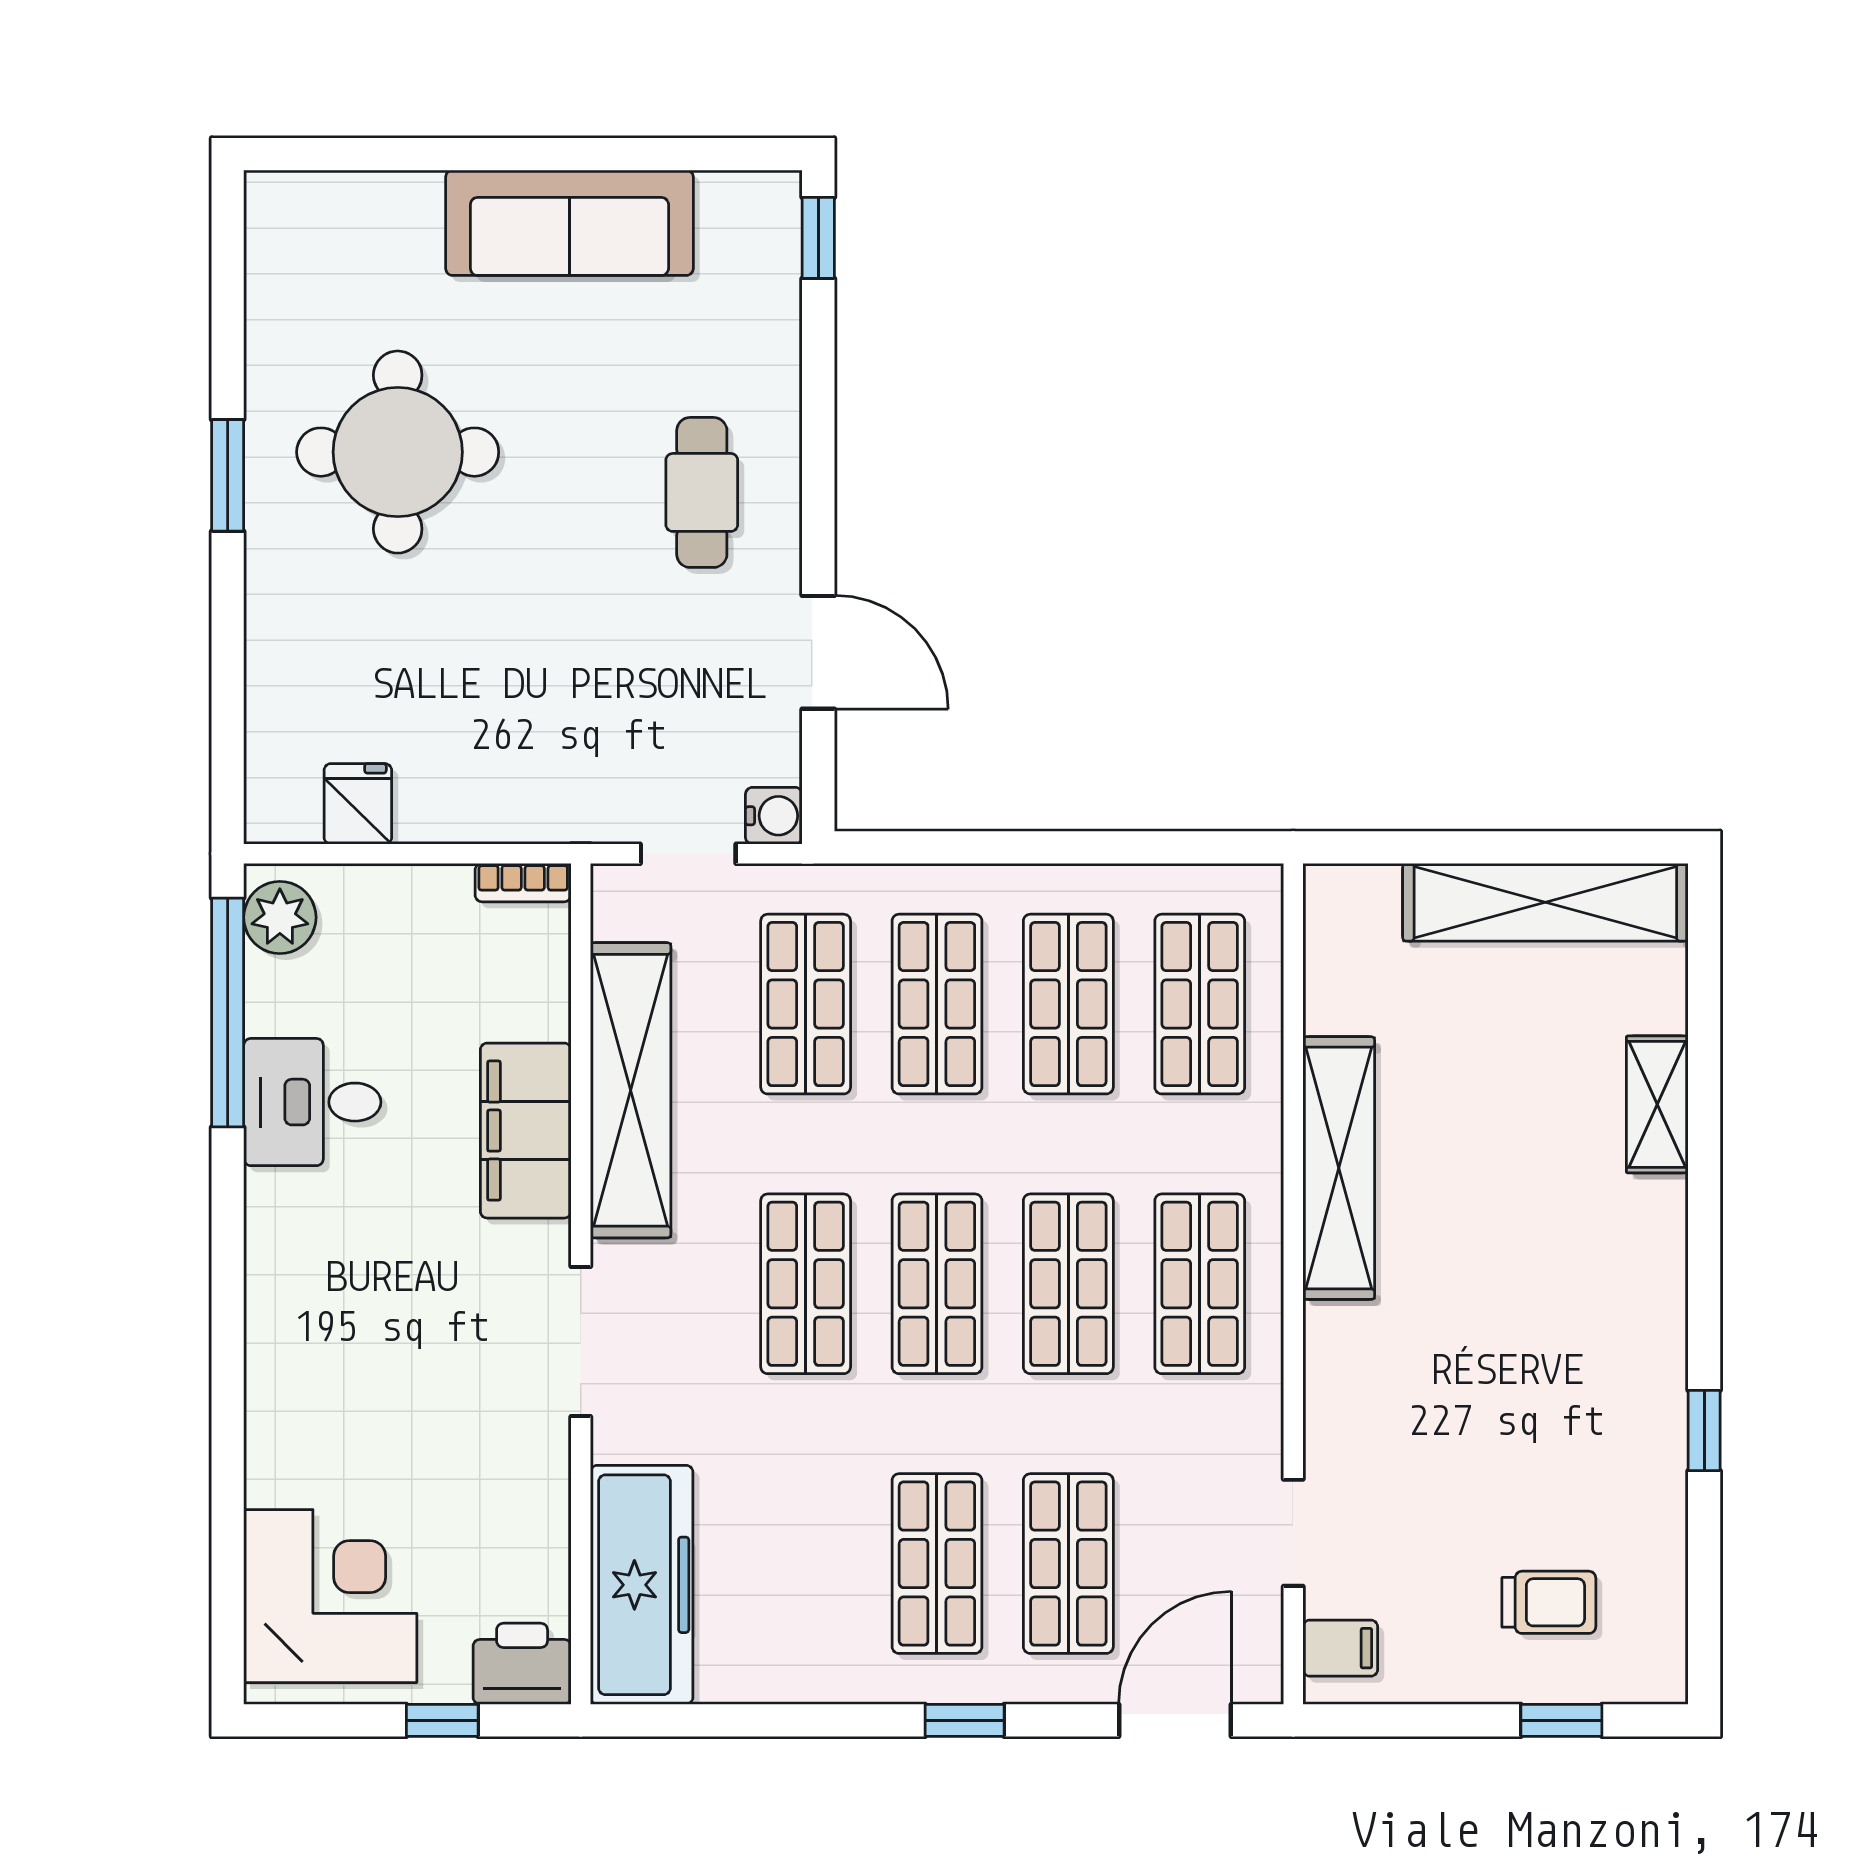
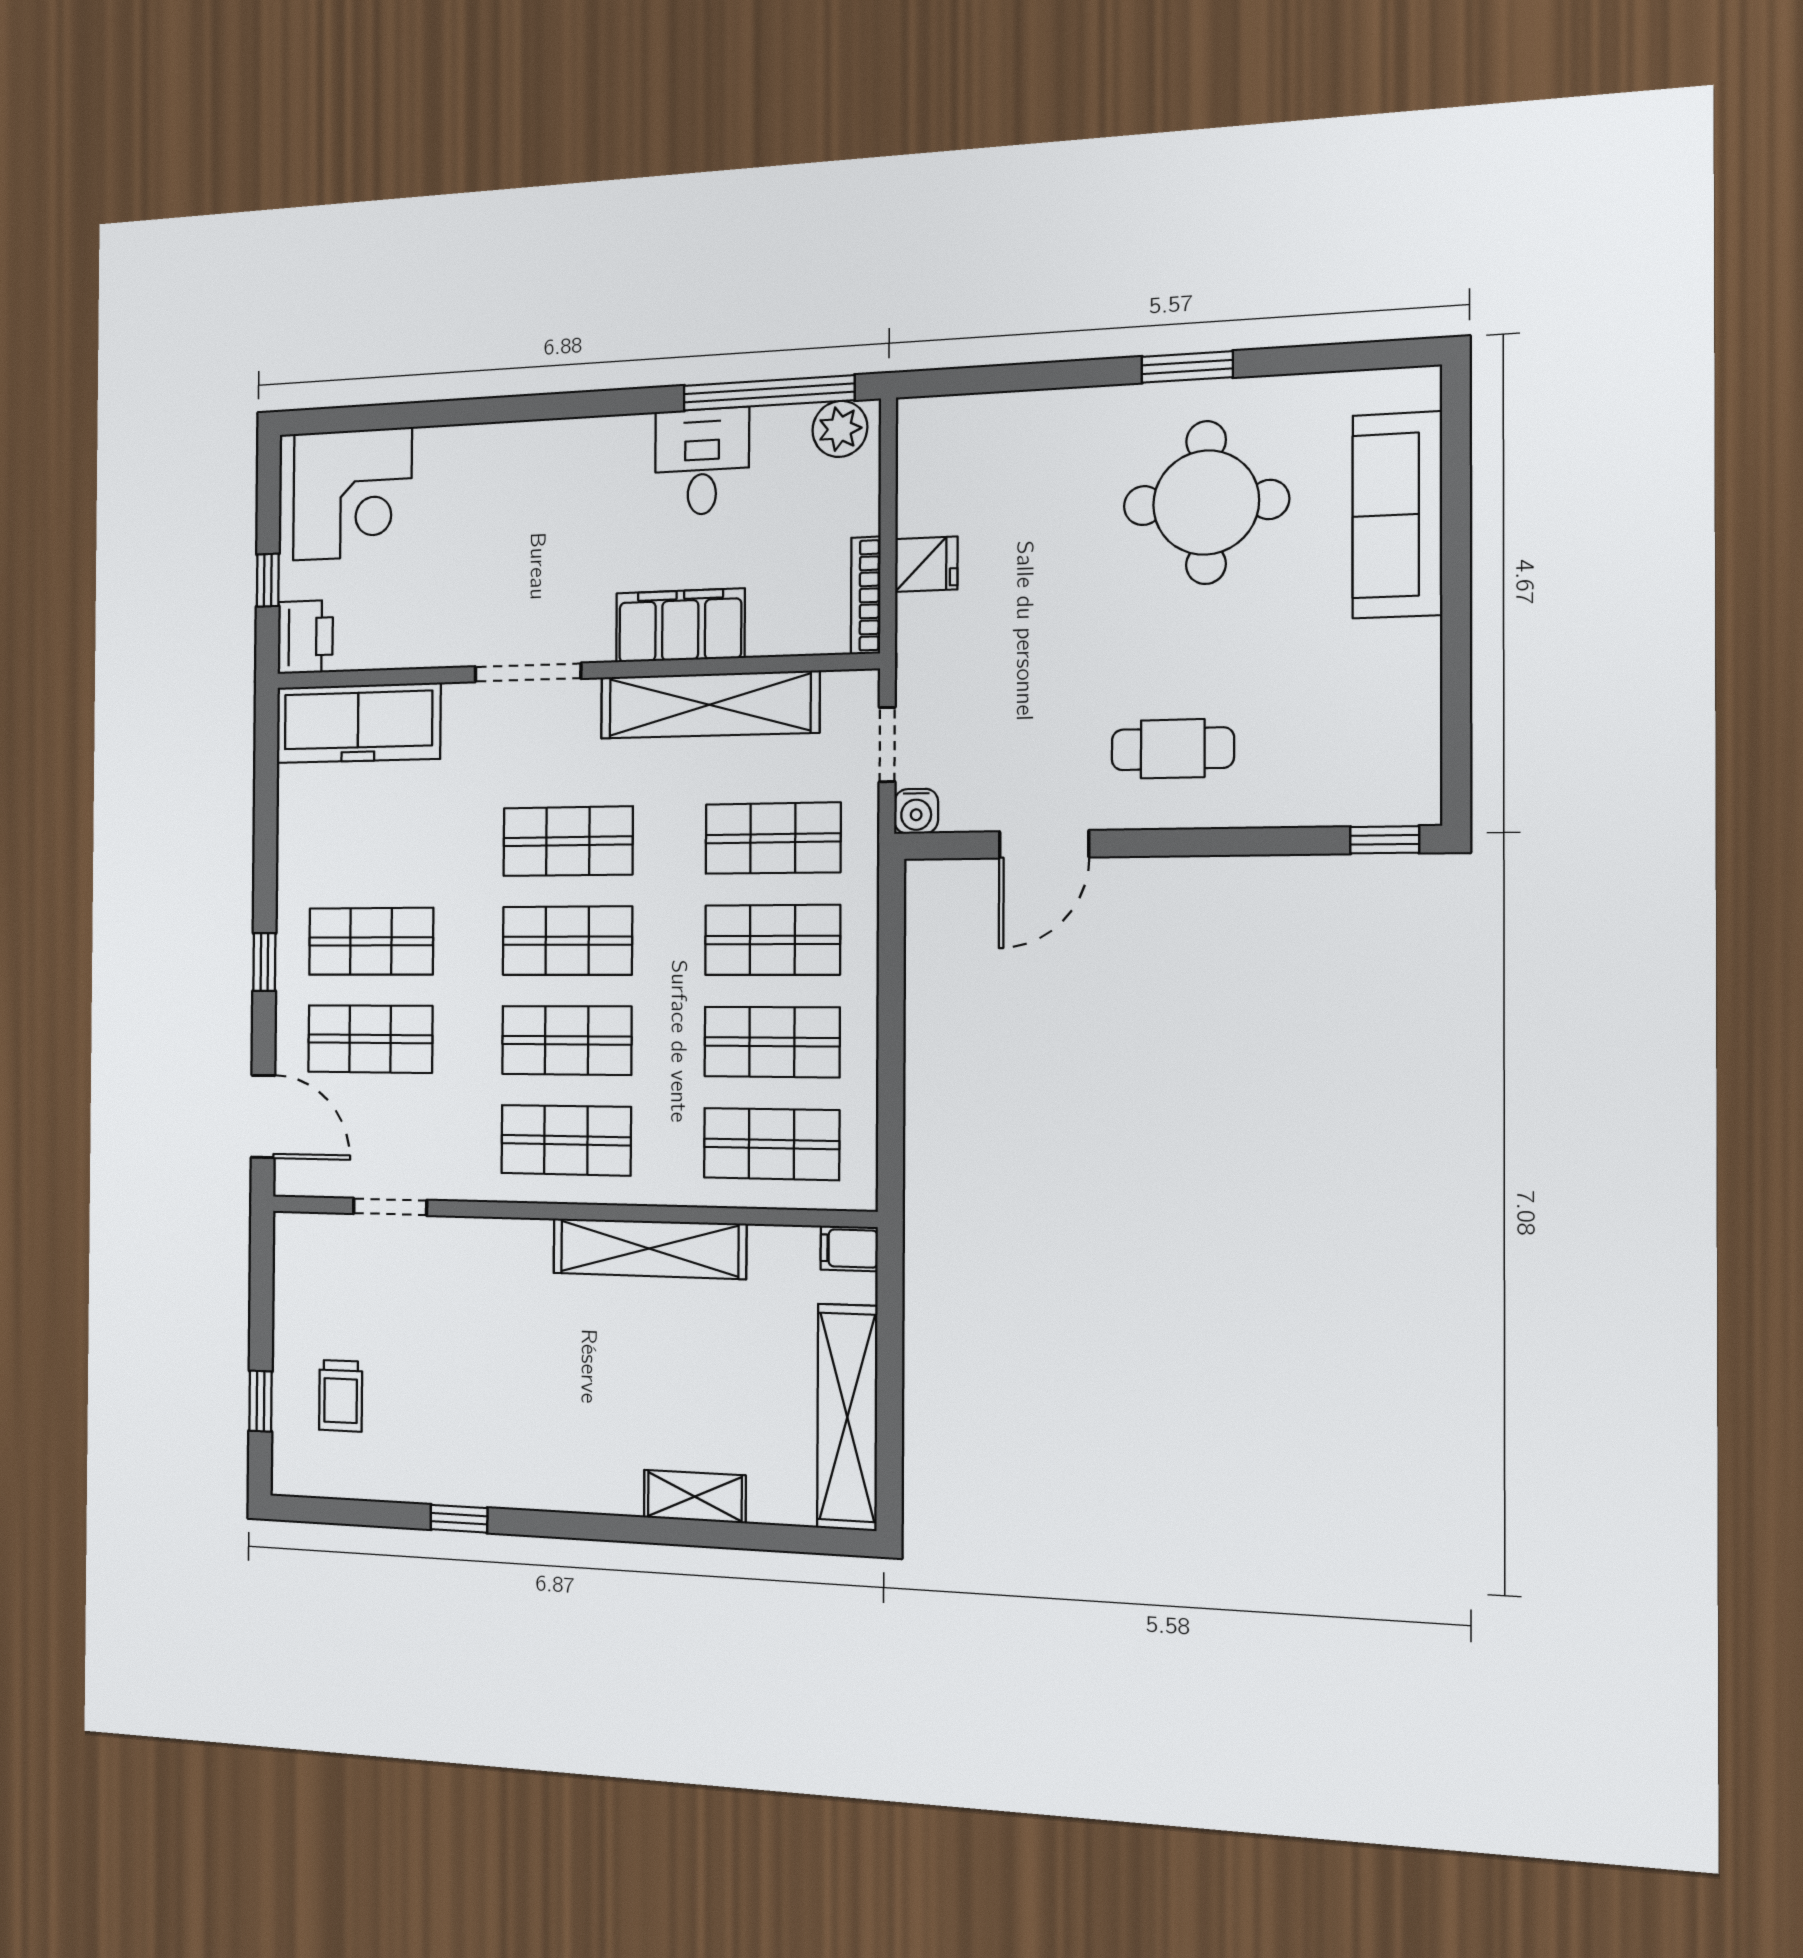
sofa: (569, 223) -> (1397, 515), moved
fridge: (358, 804) -> (926, 564), moved
bookcase: (523, 883) -> (866, 595), width x1.56
filing cabinet: (1340, 1648) -> (849, 1248), moved, turned 90

